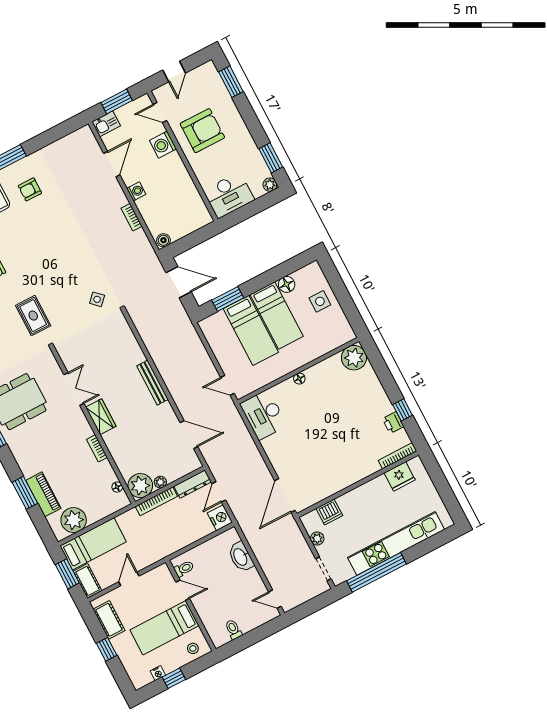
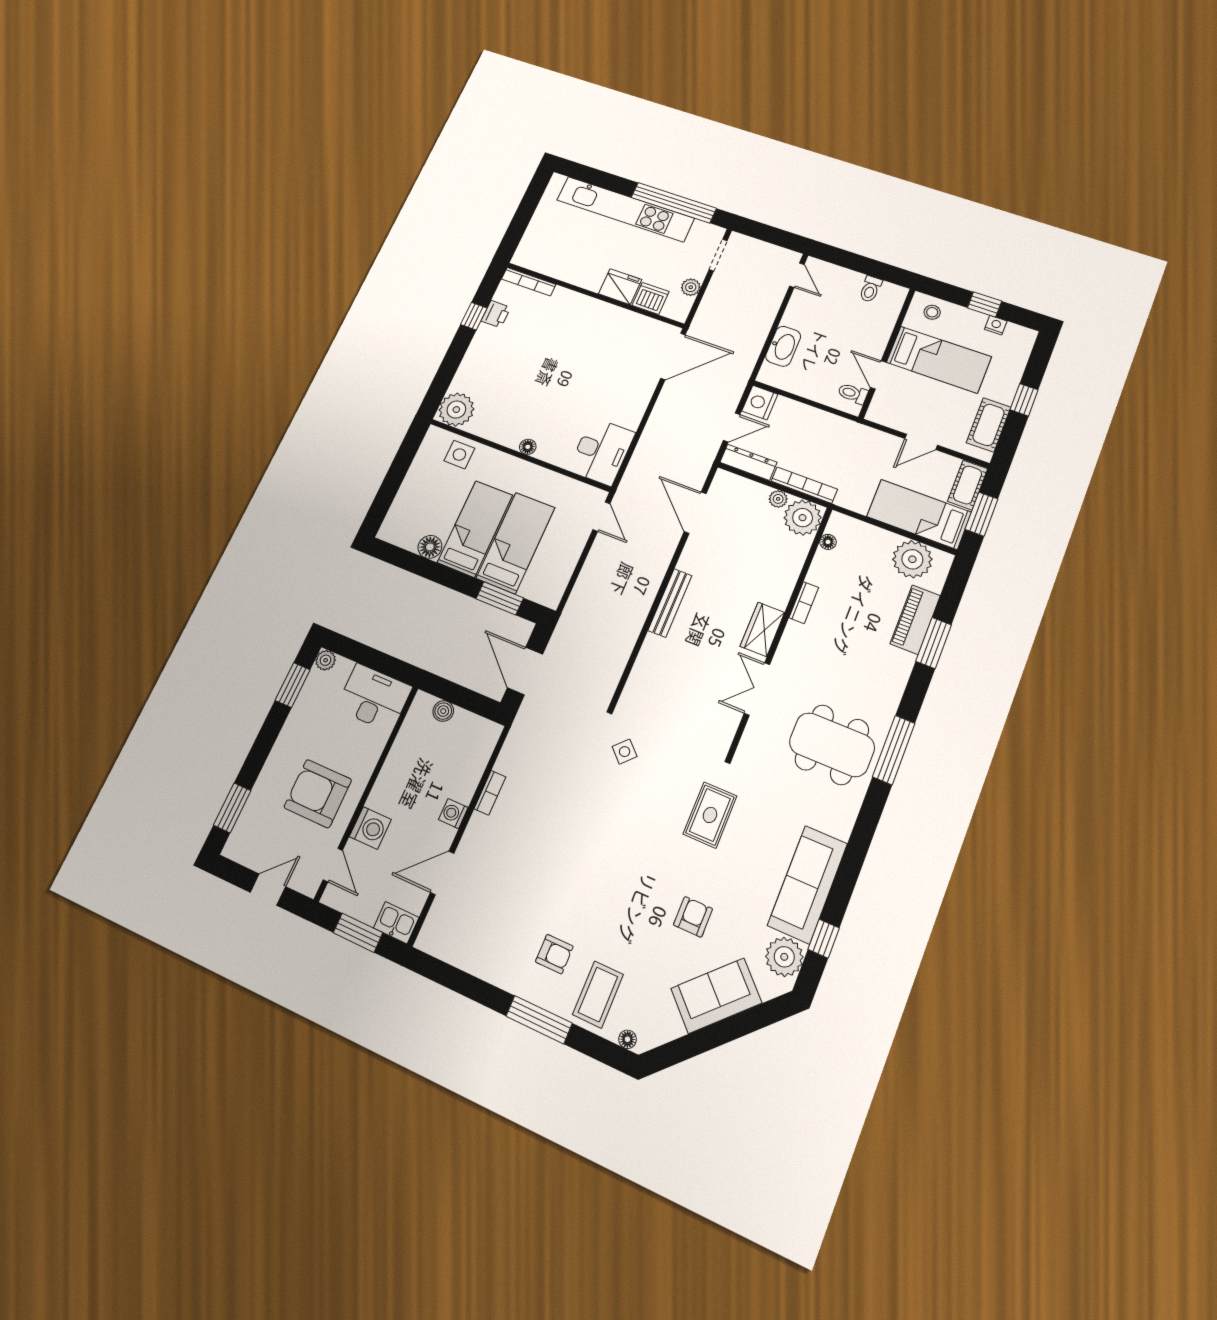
boiler: (163, 240) -> (443, 711), moved
side table: (320, 301) -> (459, 455), moved
fridge: (400, 476) -> (620, 287), moved

